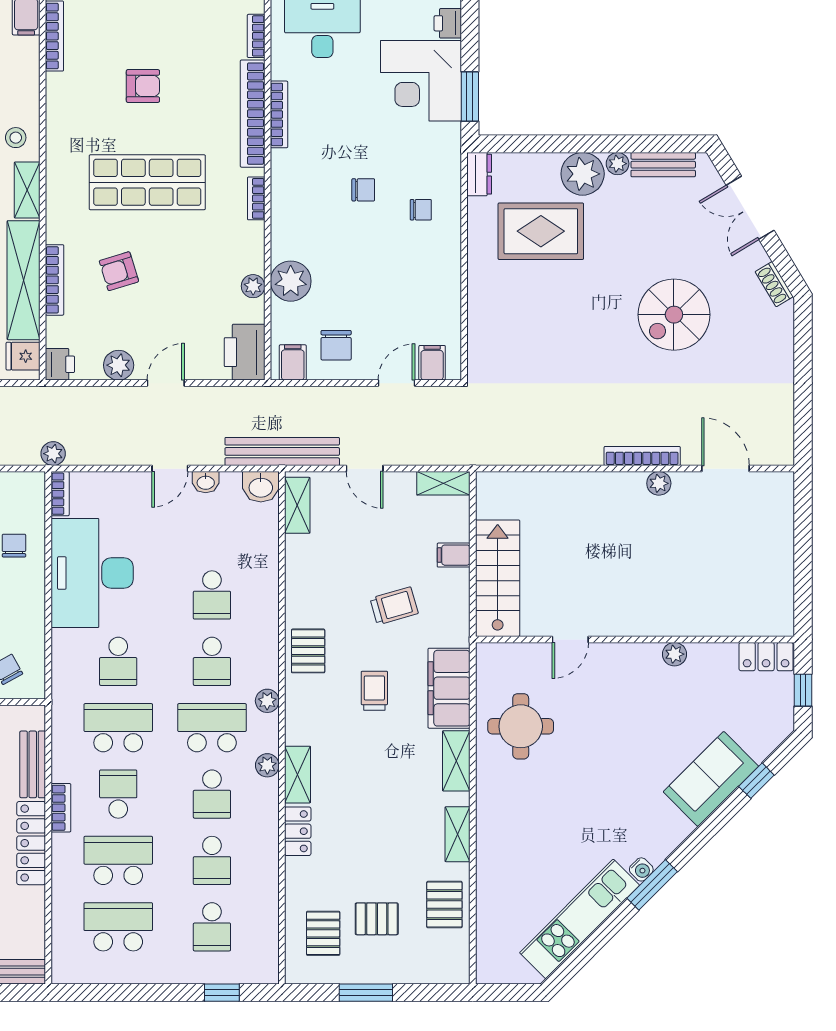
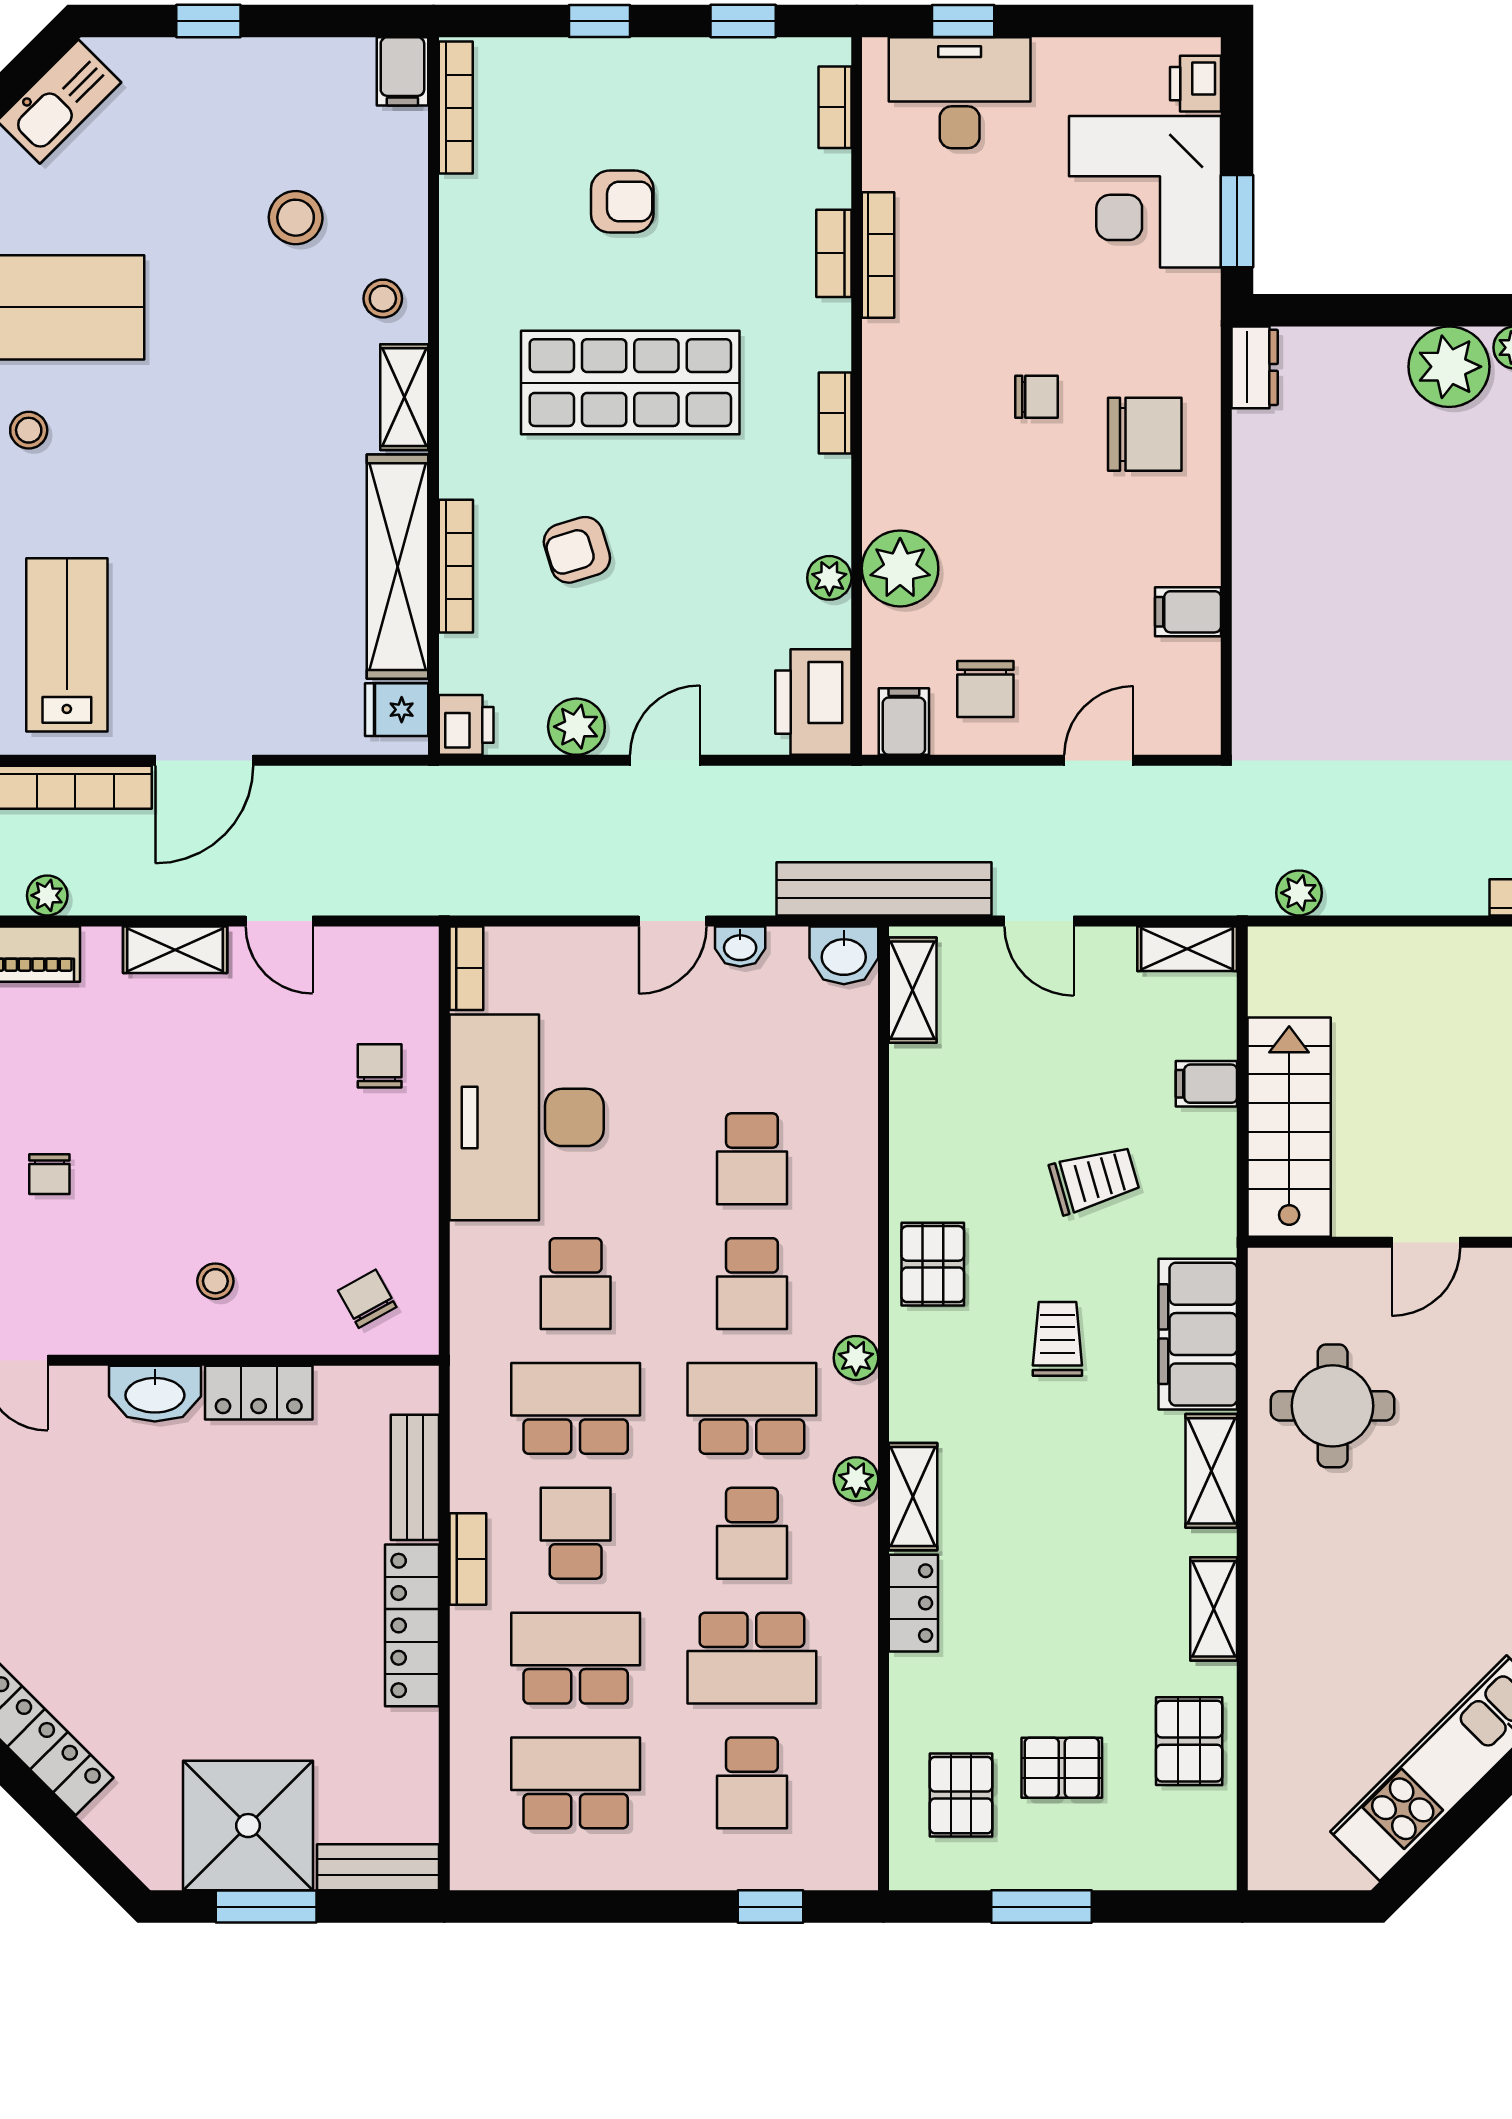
bookcase: (253, 114) -> (834, 253), width x0.43, depth x0.76
chair: (421, 210) -> (1145, 434), width x1.87, depth x1.87
rug: (541, 231) -> (1370, 475), removed
filing cabinet: (432, 363) -> (1188, 612), moved, turned -90
plant: (53, 454) -> (1299, 893), moved
school desk: (212, 860) -> (752, 1658), width x1.85

